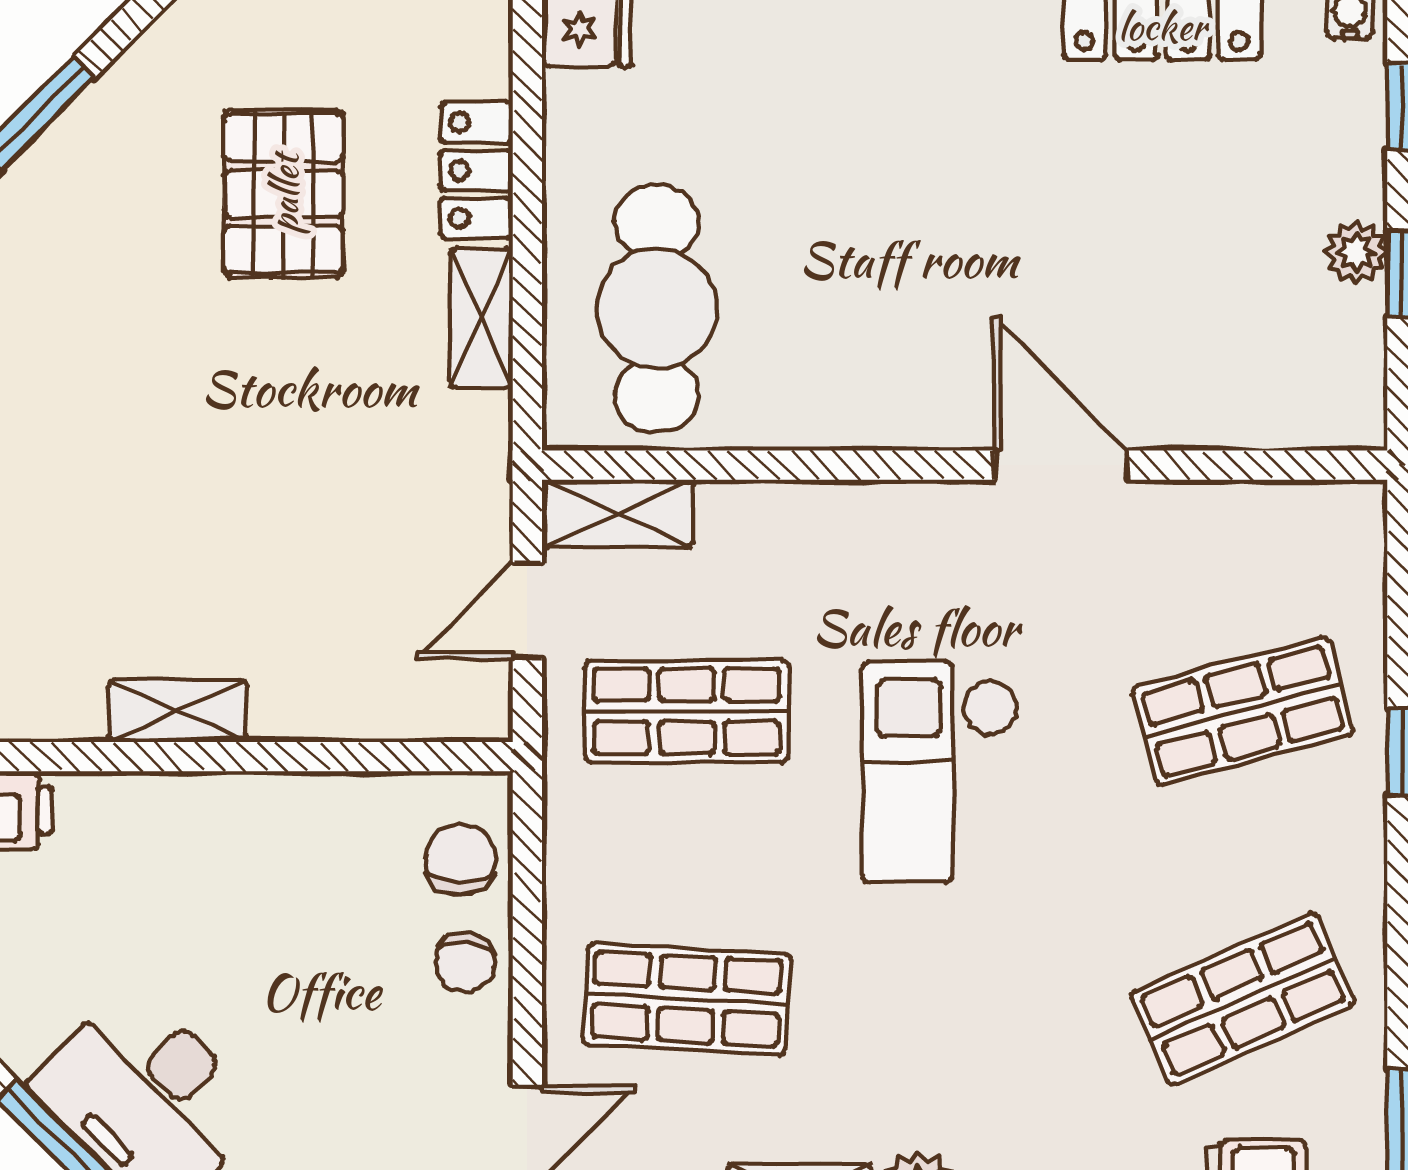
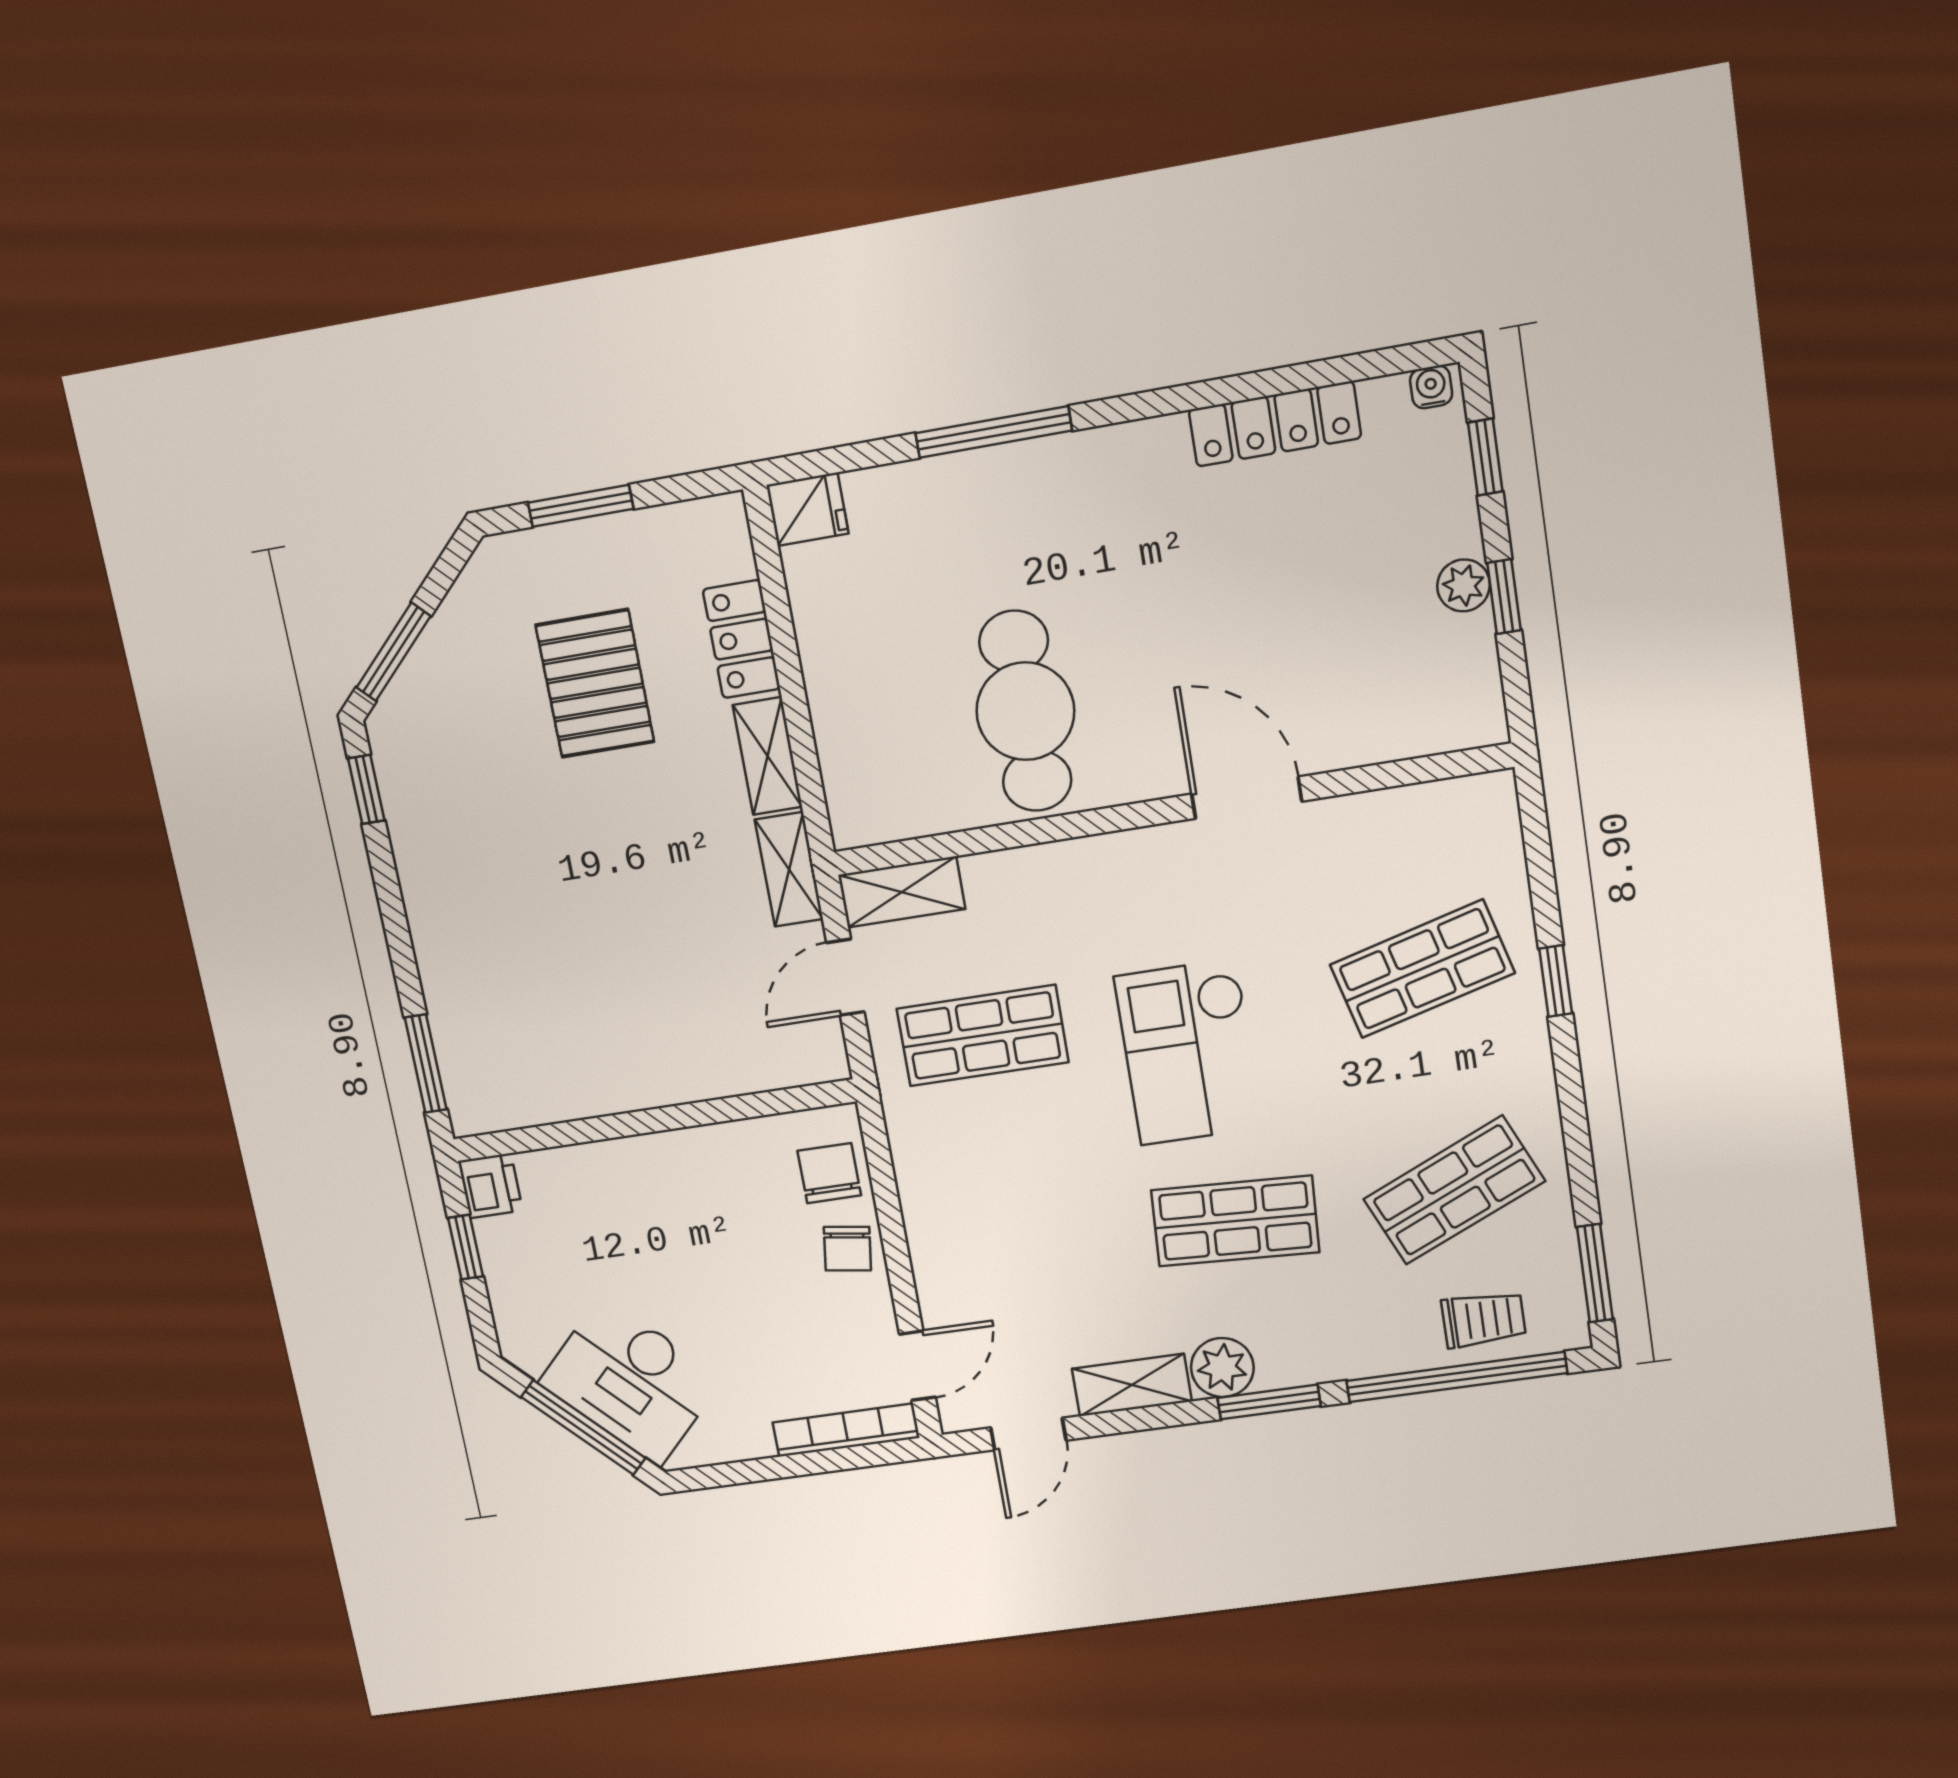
cafe table: (657, 309) -> (1025, 711), moved
shelving: (178, 711) -> (789, 869), moved, turned 90
shop shelf: (687, 999) -> (1235, 1221), moved

